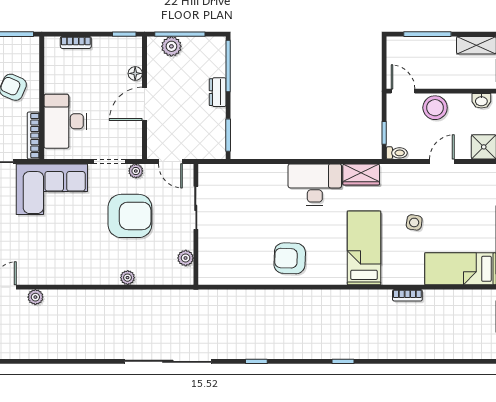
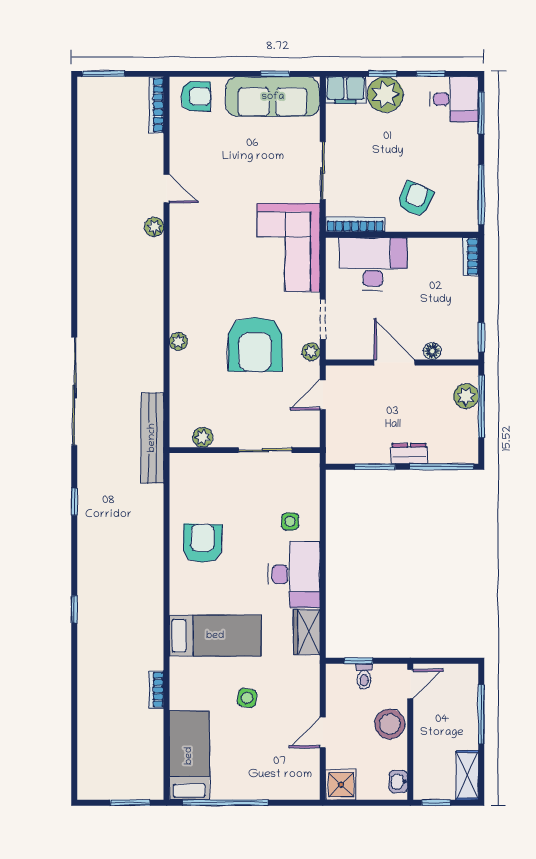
bookcase: (76, 42) -> (471, 257), moved
window: (228, 135) -> (375, 467), moved
toilet: (397, 153) -> (364, 676), moved
door: (442, 162) -> (323, 733), swing flipped
side table: (272, 188) -> (290, 521), added
sliding door: (196, 208) -> (265, 450), moved
wall: (196, 224) -> (245, 450), moved
plant: (186, 258) -> (203, 437), moved
bench: (205, 298) -> (152, 438), added

